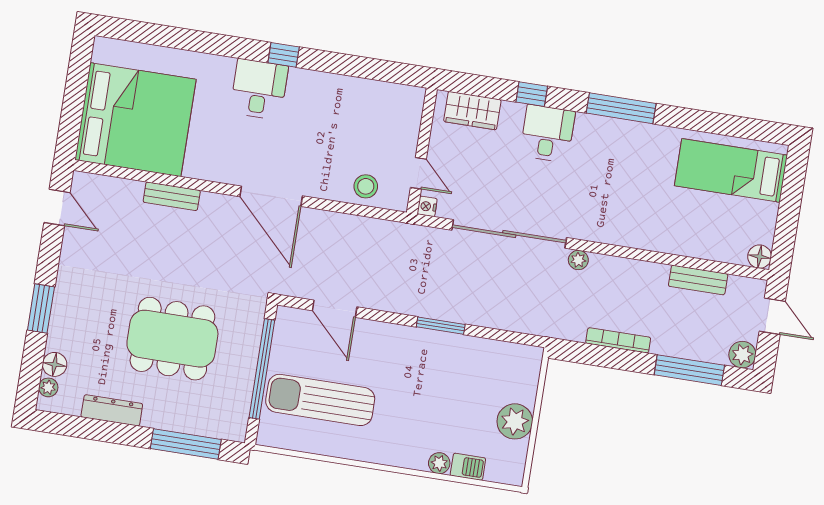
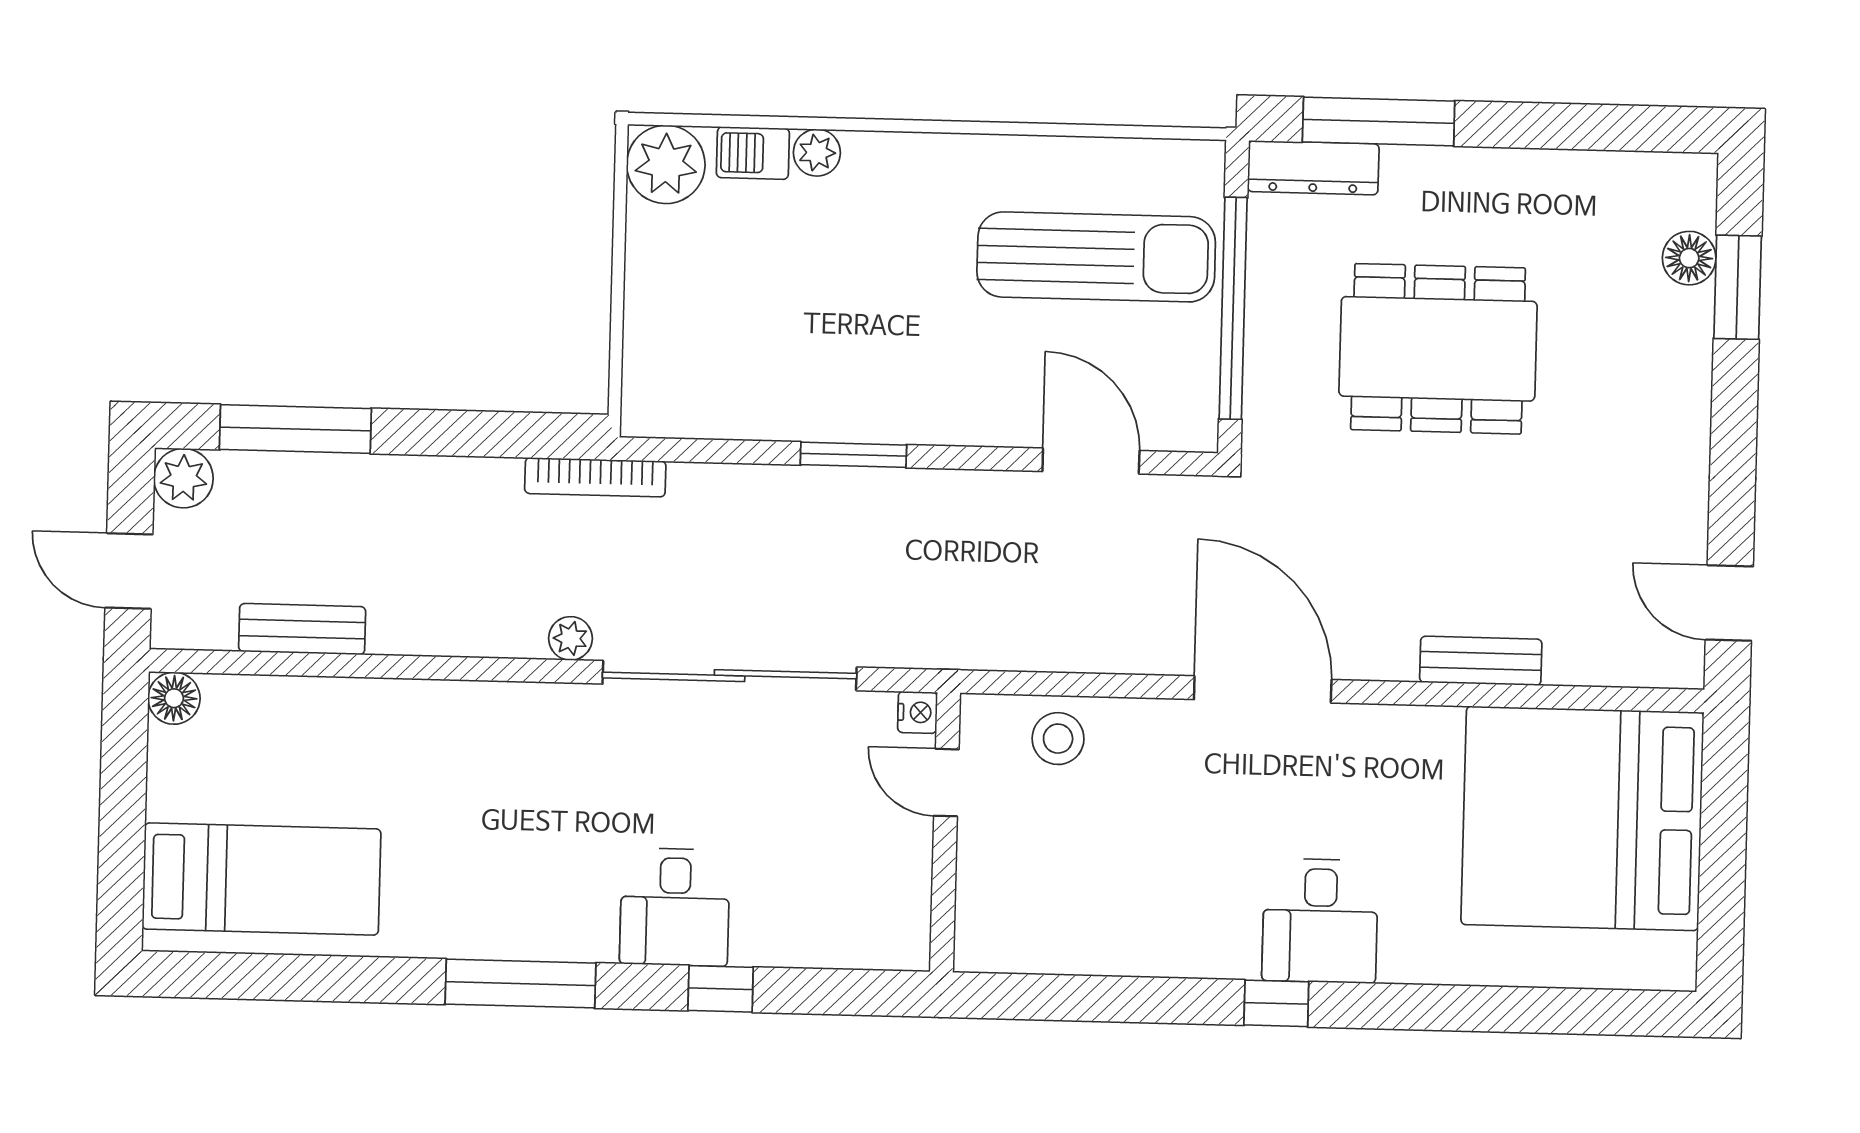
wardrobe: (472, 111) -> (846, 935), removed
window: (41, 308) -> (1738, 287), moved
bookcase: (618, 340) -> (595, 477), moved
plant: (48, 387) -> (1696, 206), removed
dresser: (112, 410) -> (1313, 168), moved
plant: (515, 421) -> (666, 164), moved

